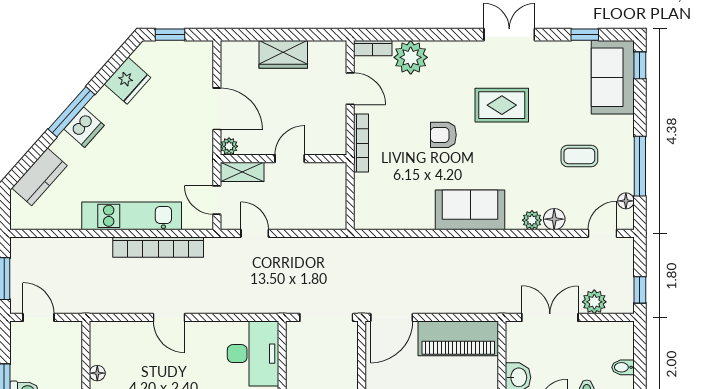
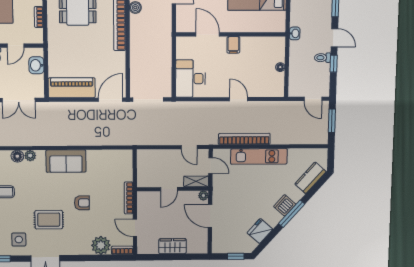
side table: (555, 70) -> (19, 240), added

